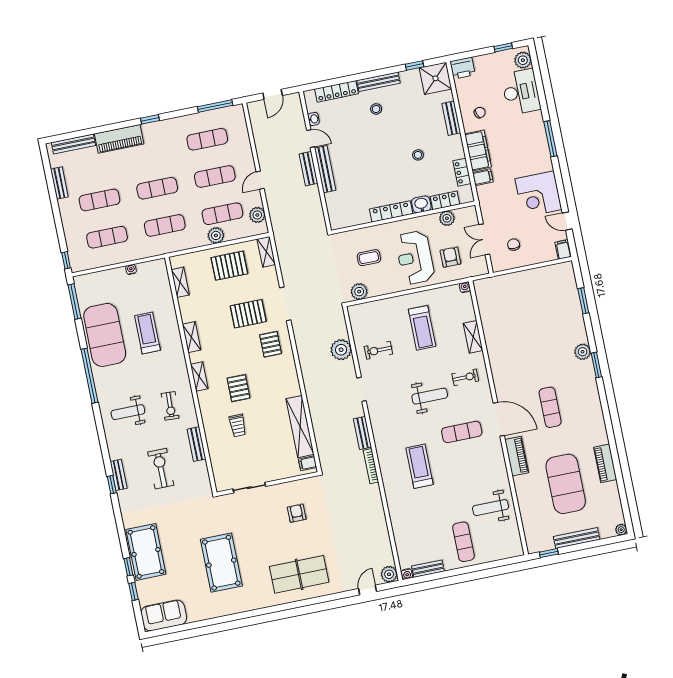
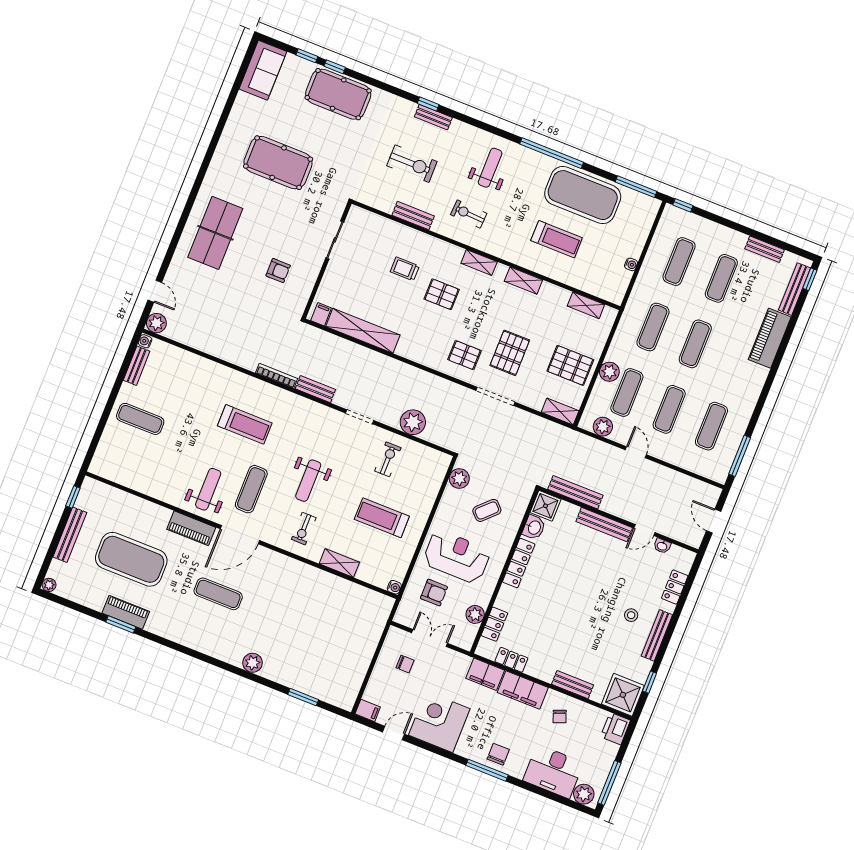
window: (503, 47) -> (609, 783), width x2.17
locker: (337, 91) -> (675, 587), width x0.66
window: (150, 119) -> (810, 279), moved
chair: (534, 138) -> (498, 754), added
stool: (418, 155) -> (558, 627), removed
bench: (308, 169) -> (575, 492), moved, width x1.36
filing cabinet: (483, 177) -> (485, 674), width x2.00
washbasin: (421, 204) -> (534, 527), moved
shower: (339, 219) -> (545, 506), added
coffee table: (369, 258) -> (487, 510), turned 45
pallet: (229, 266) -> (570, 365), turned 90
window: (596, 365) -> (121, 624), moved
weight bench: (491, 508) -> (208, 489), moved

